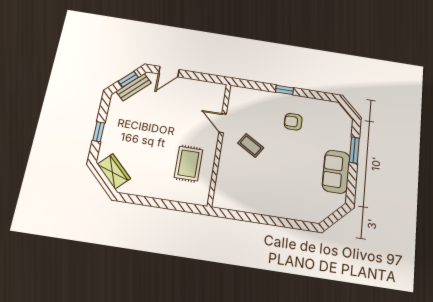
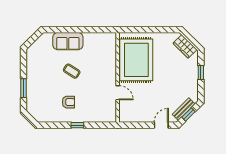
coffee table: (251, 145) -> (72, 71), moved
rug: (188, 164) -> (136, 60), width x1.86, depth x2.06
sofa: (336, 172) -> (68, 41), moved, turned 90

